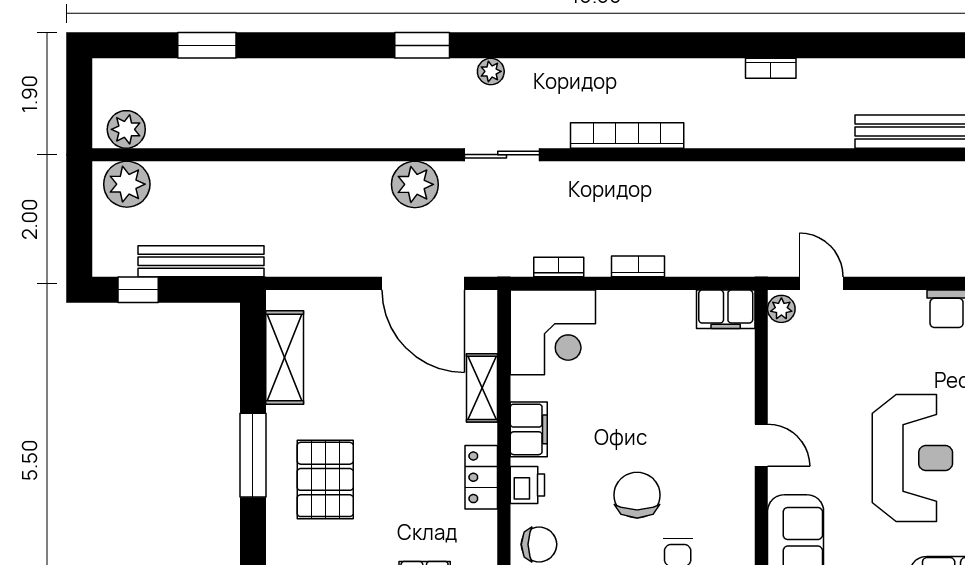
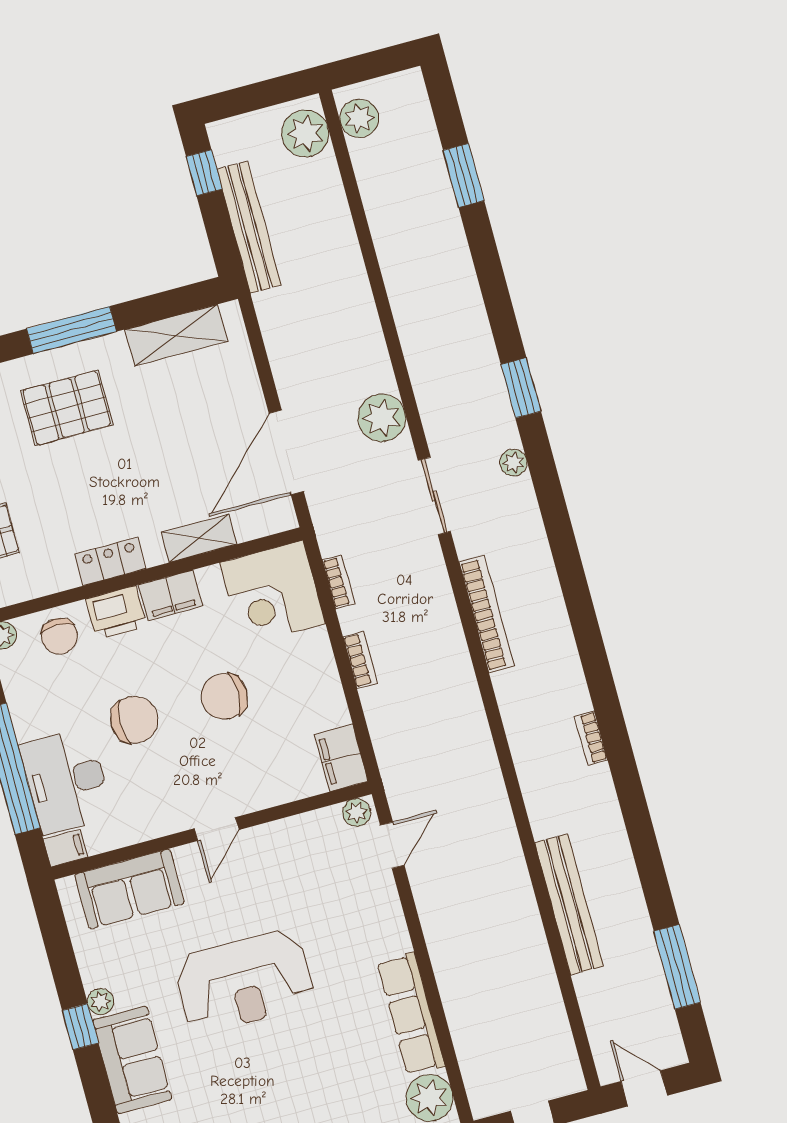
chair: (638, 404) -> (224, 696), added
printer: (527, 485) -> (116, 613), width x1.36, depth x1.24

